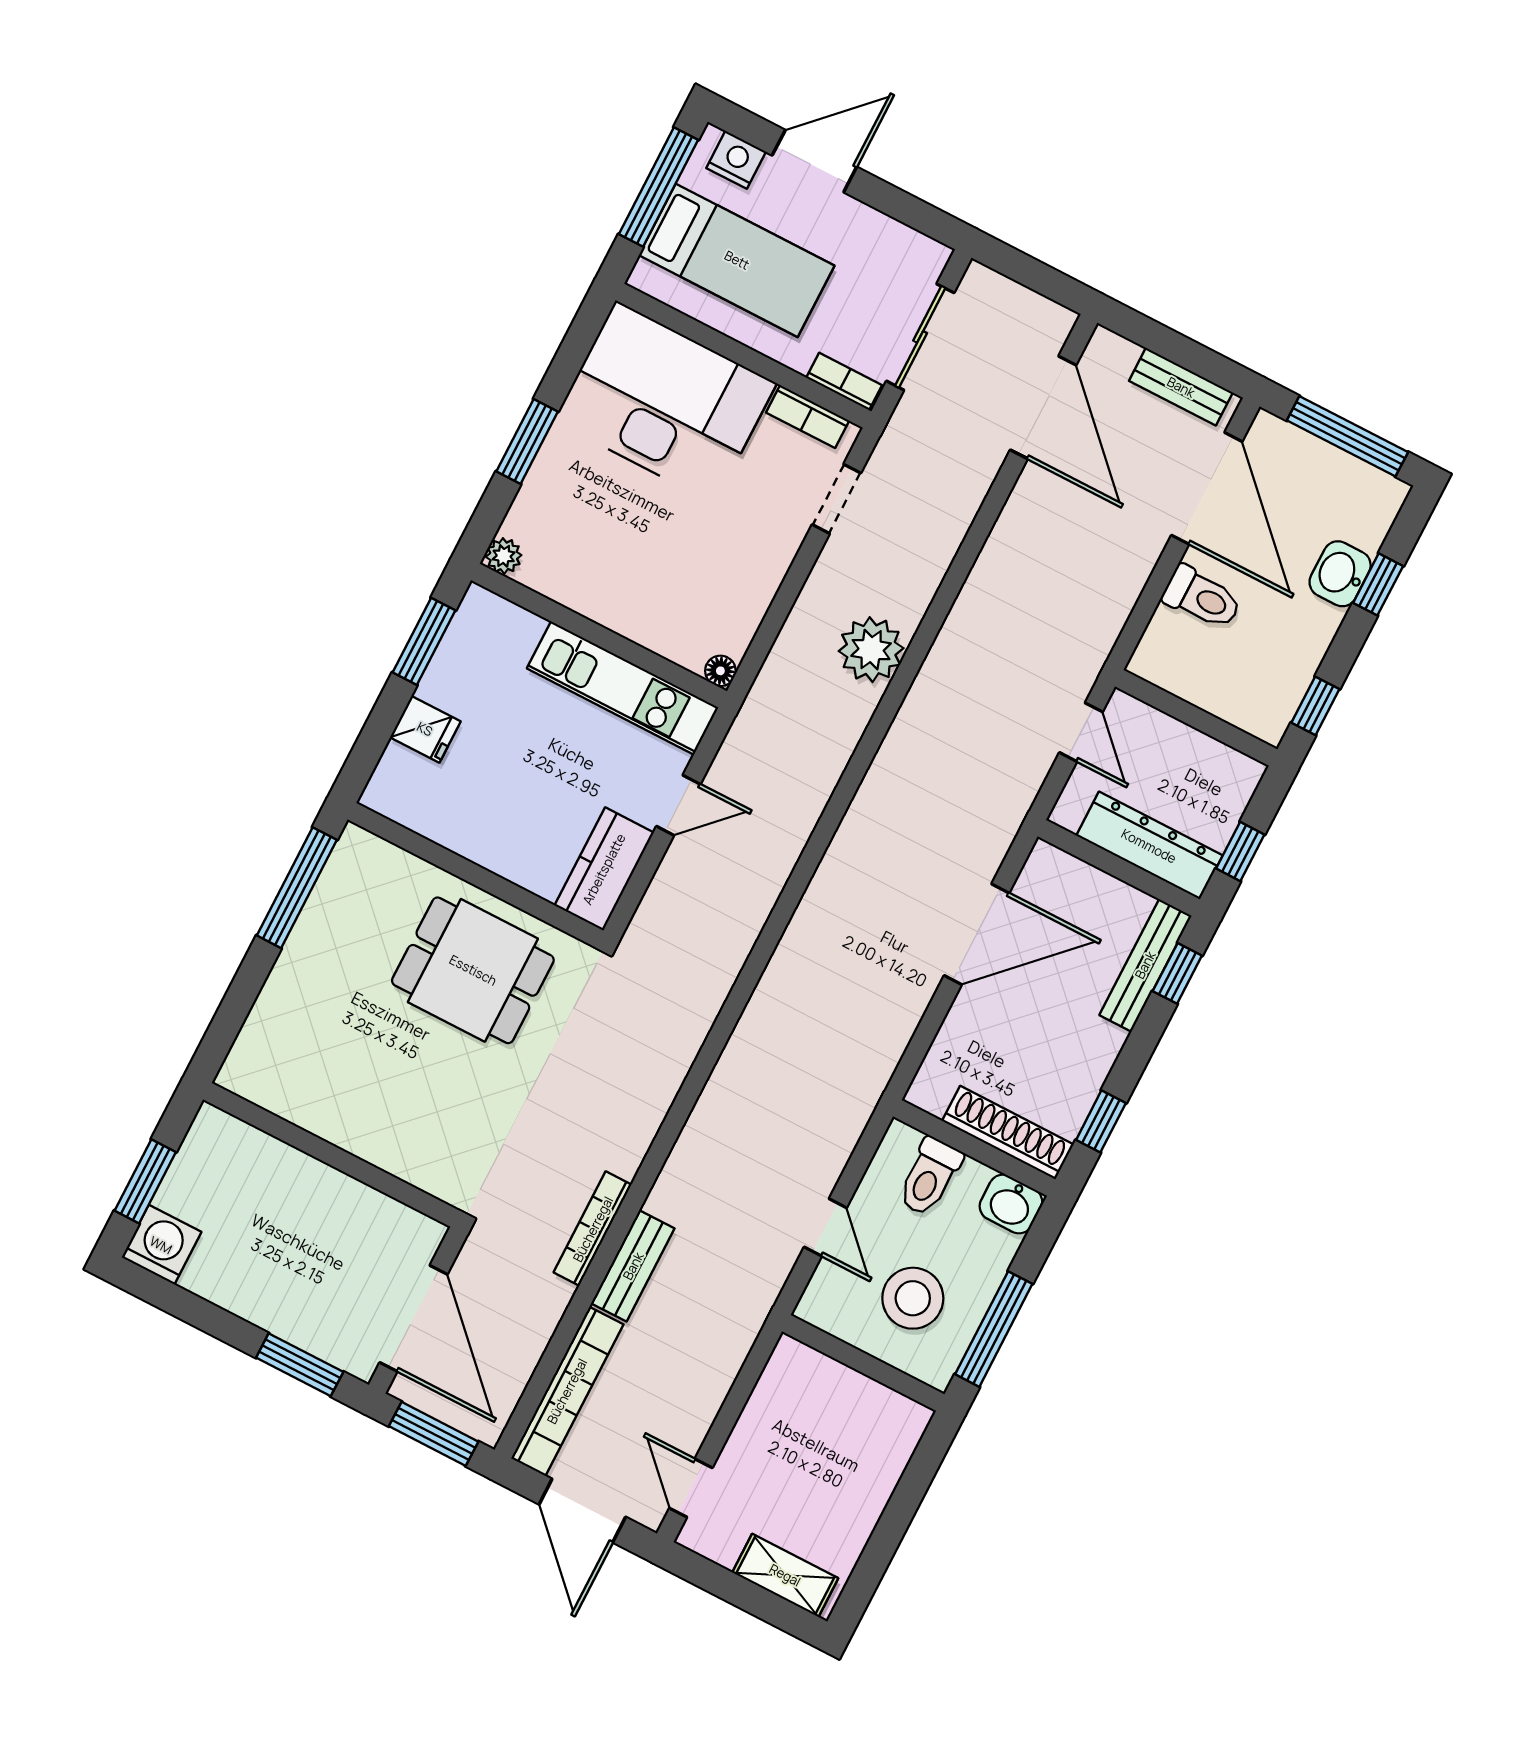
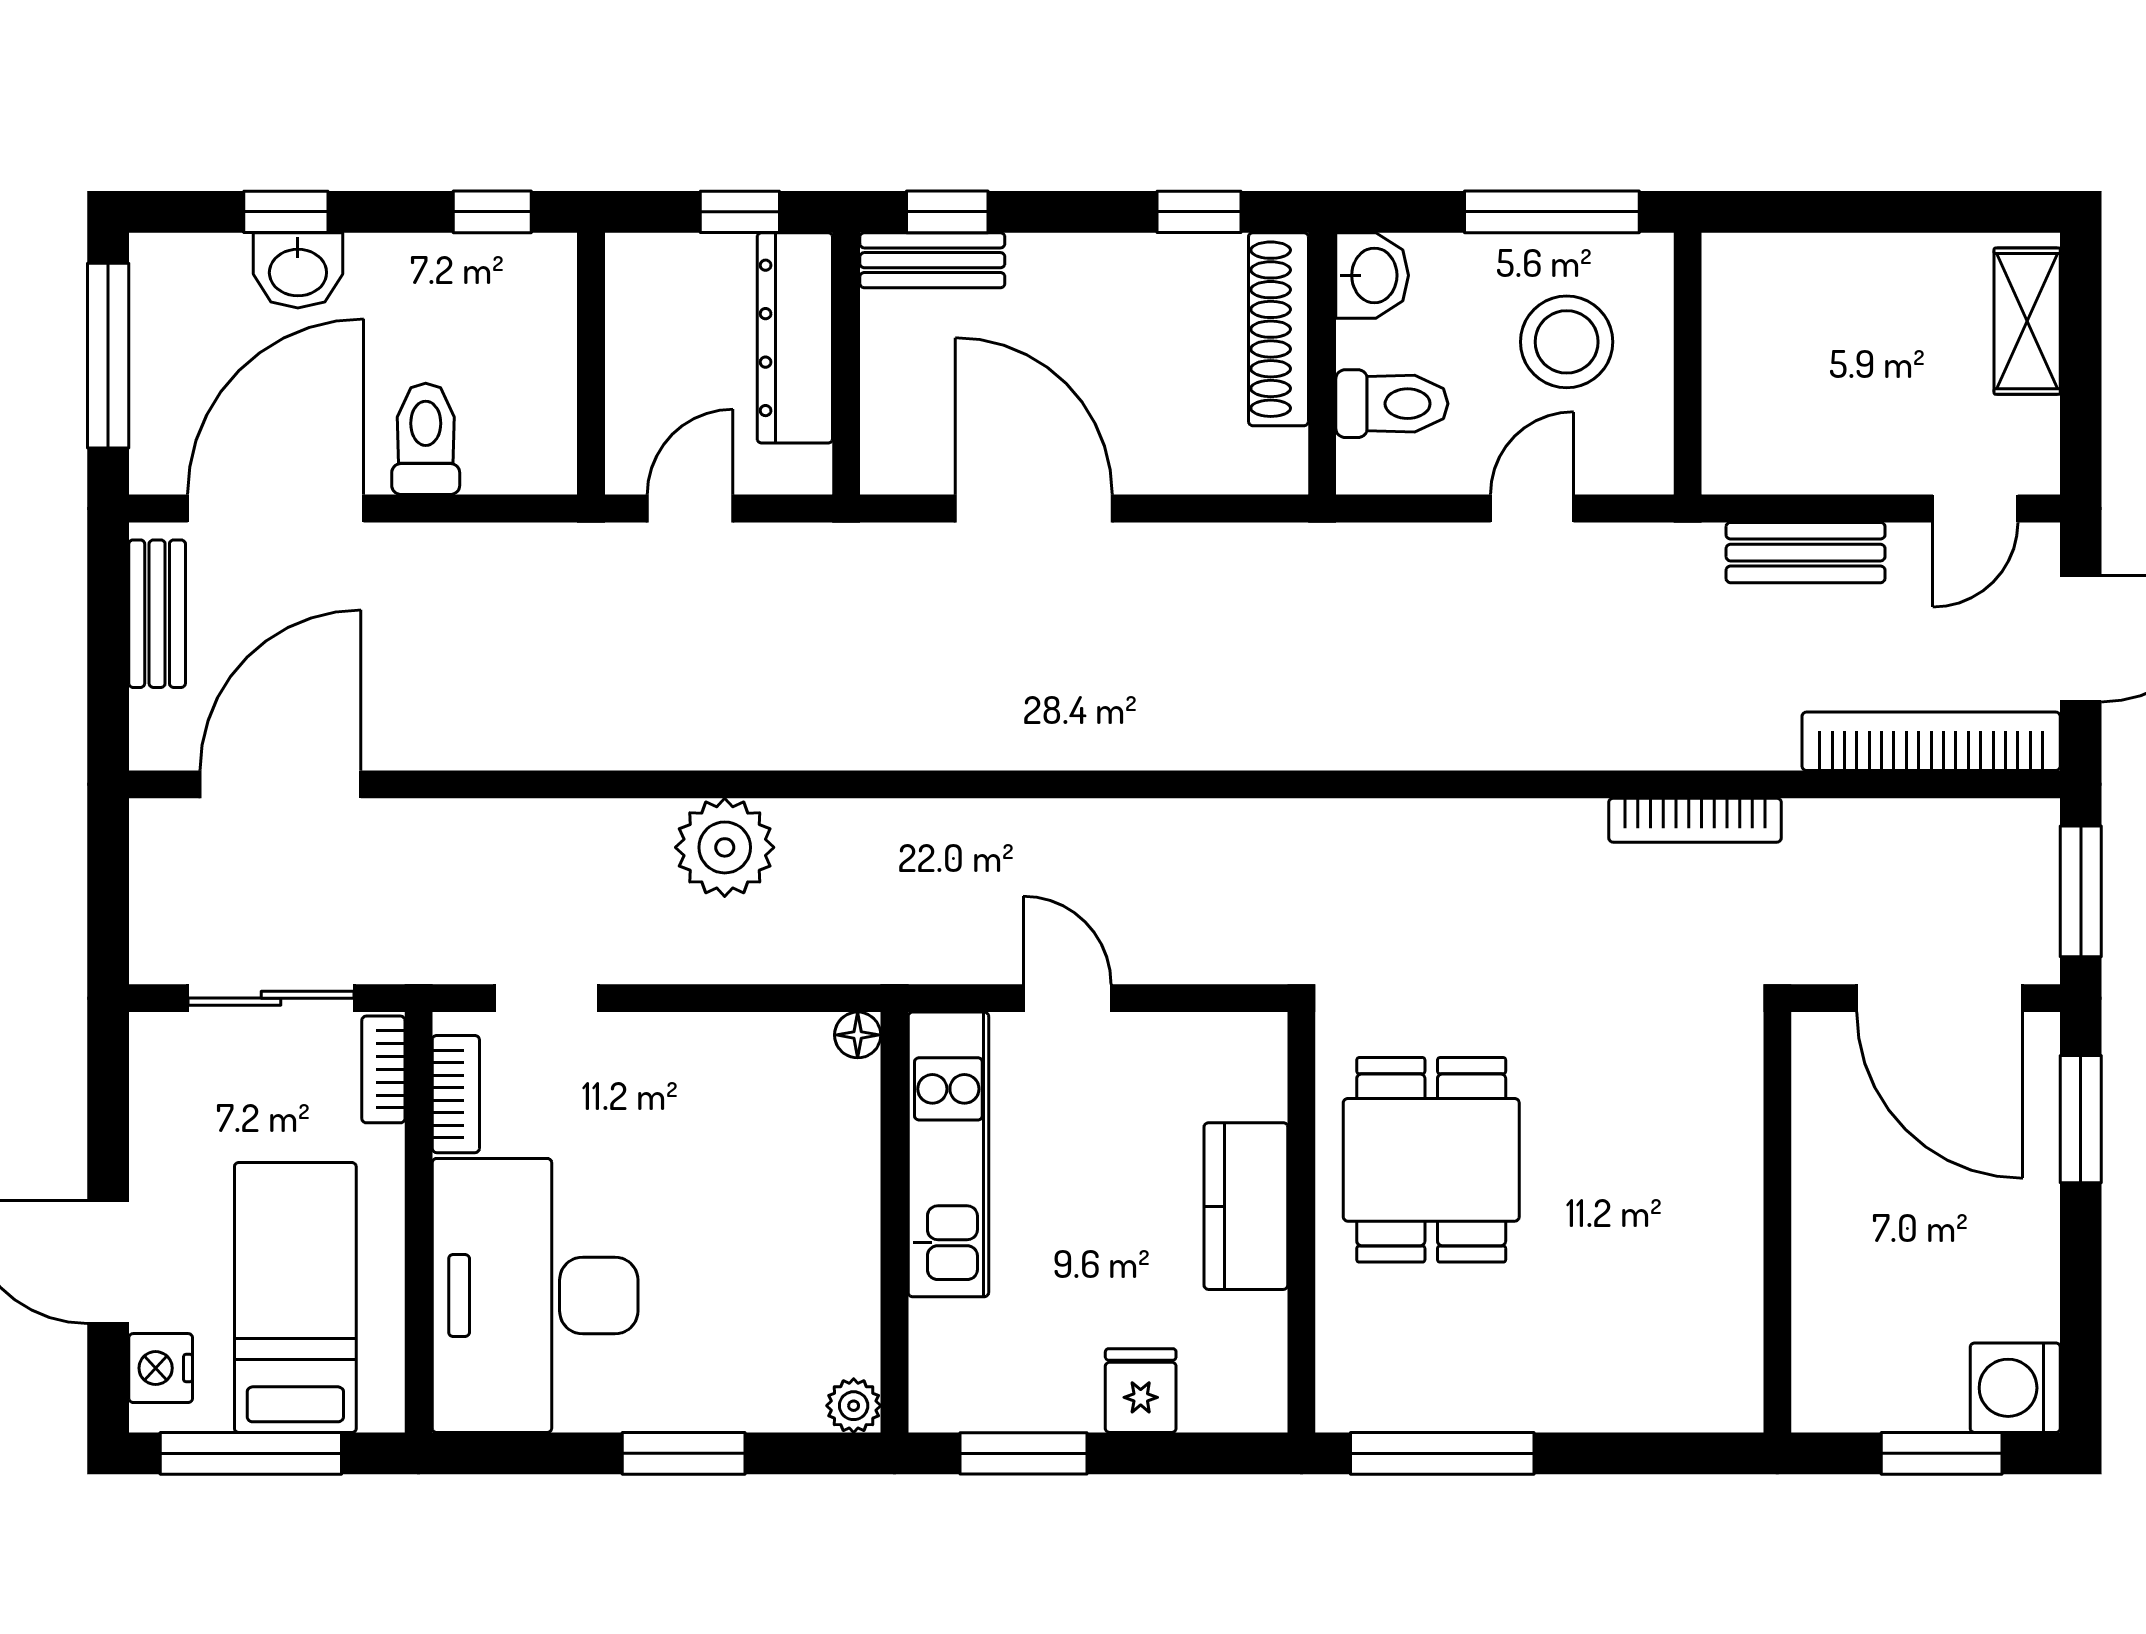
kitchen counter: (604, 869) -> (1246, 1206), moved, turned 90
bench: (1145, 965) -> (932, 260), width x0.73
bench: (633, 1266) -> (1806, 553), moved
door: (414, 1318) -> (1940, 998), swing flipped

